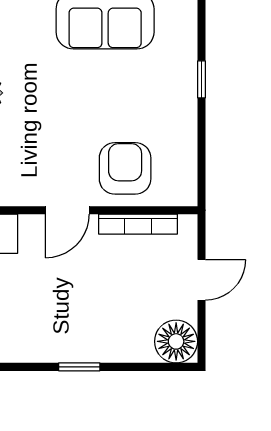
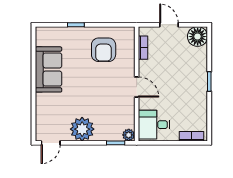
armchair: (125, 168) -> (104, 50), moved, turned -90
bookcase: (138, 224) -> (143, 48), width x0.64

